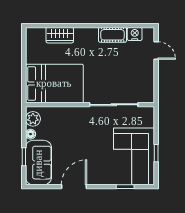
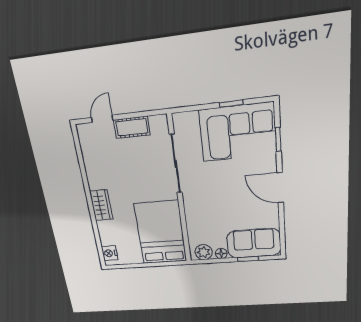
nightstand: (135, 34) -> (110, 253), moved
wardrobe: (60, 35) -> (101, 205), moved
cot: (112, 35) -> (132, 127), moved, turned 90
door: (74, 187) -> (280, 188), moved

